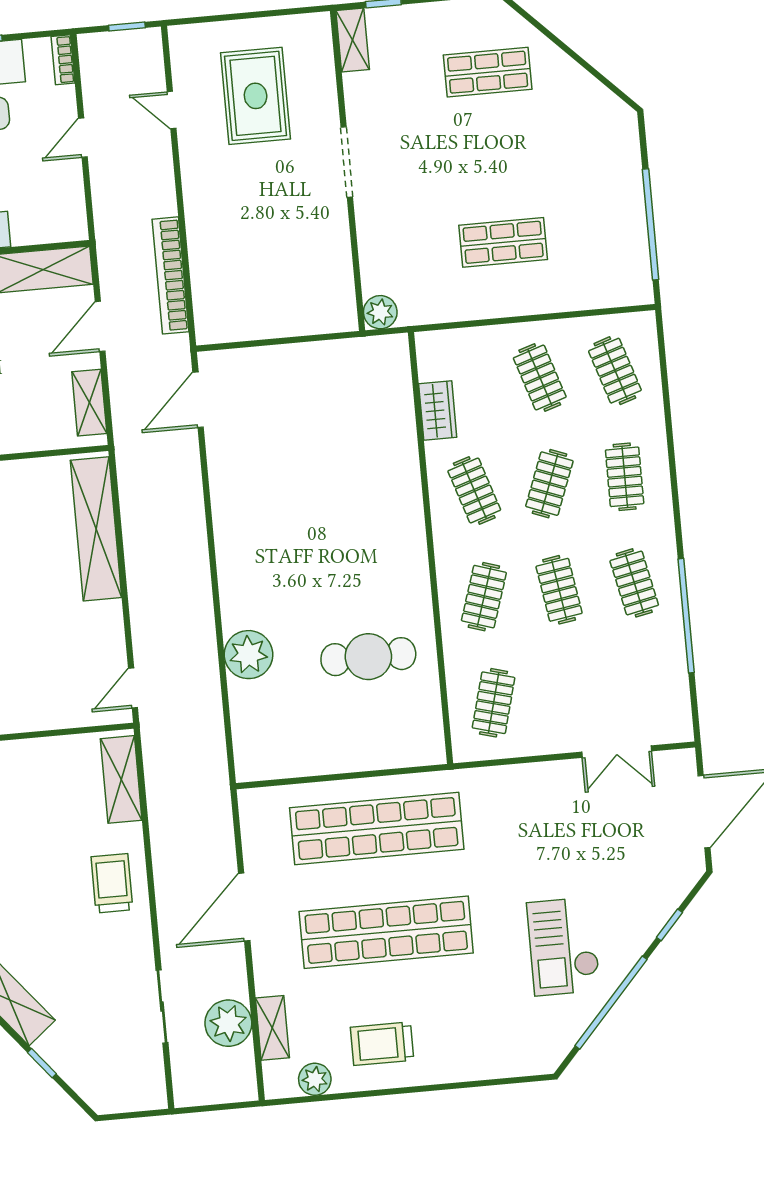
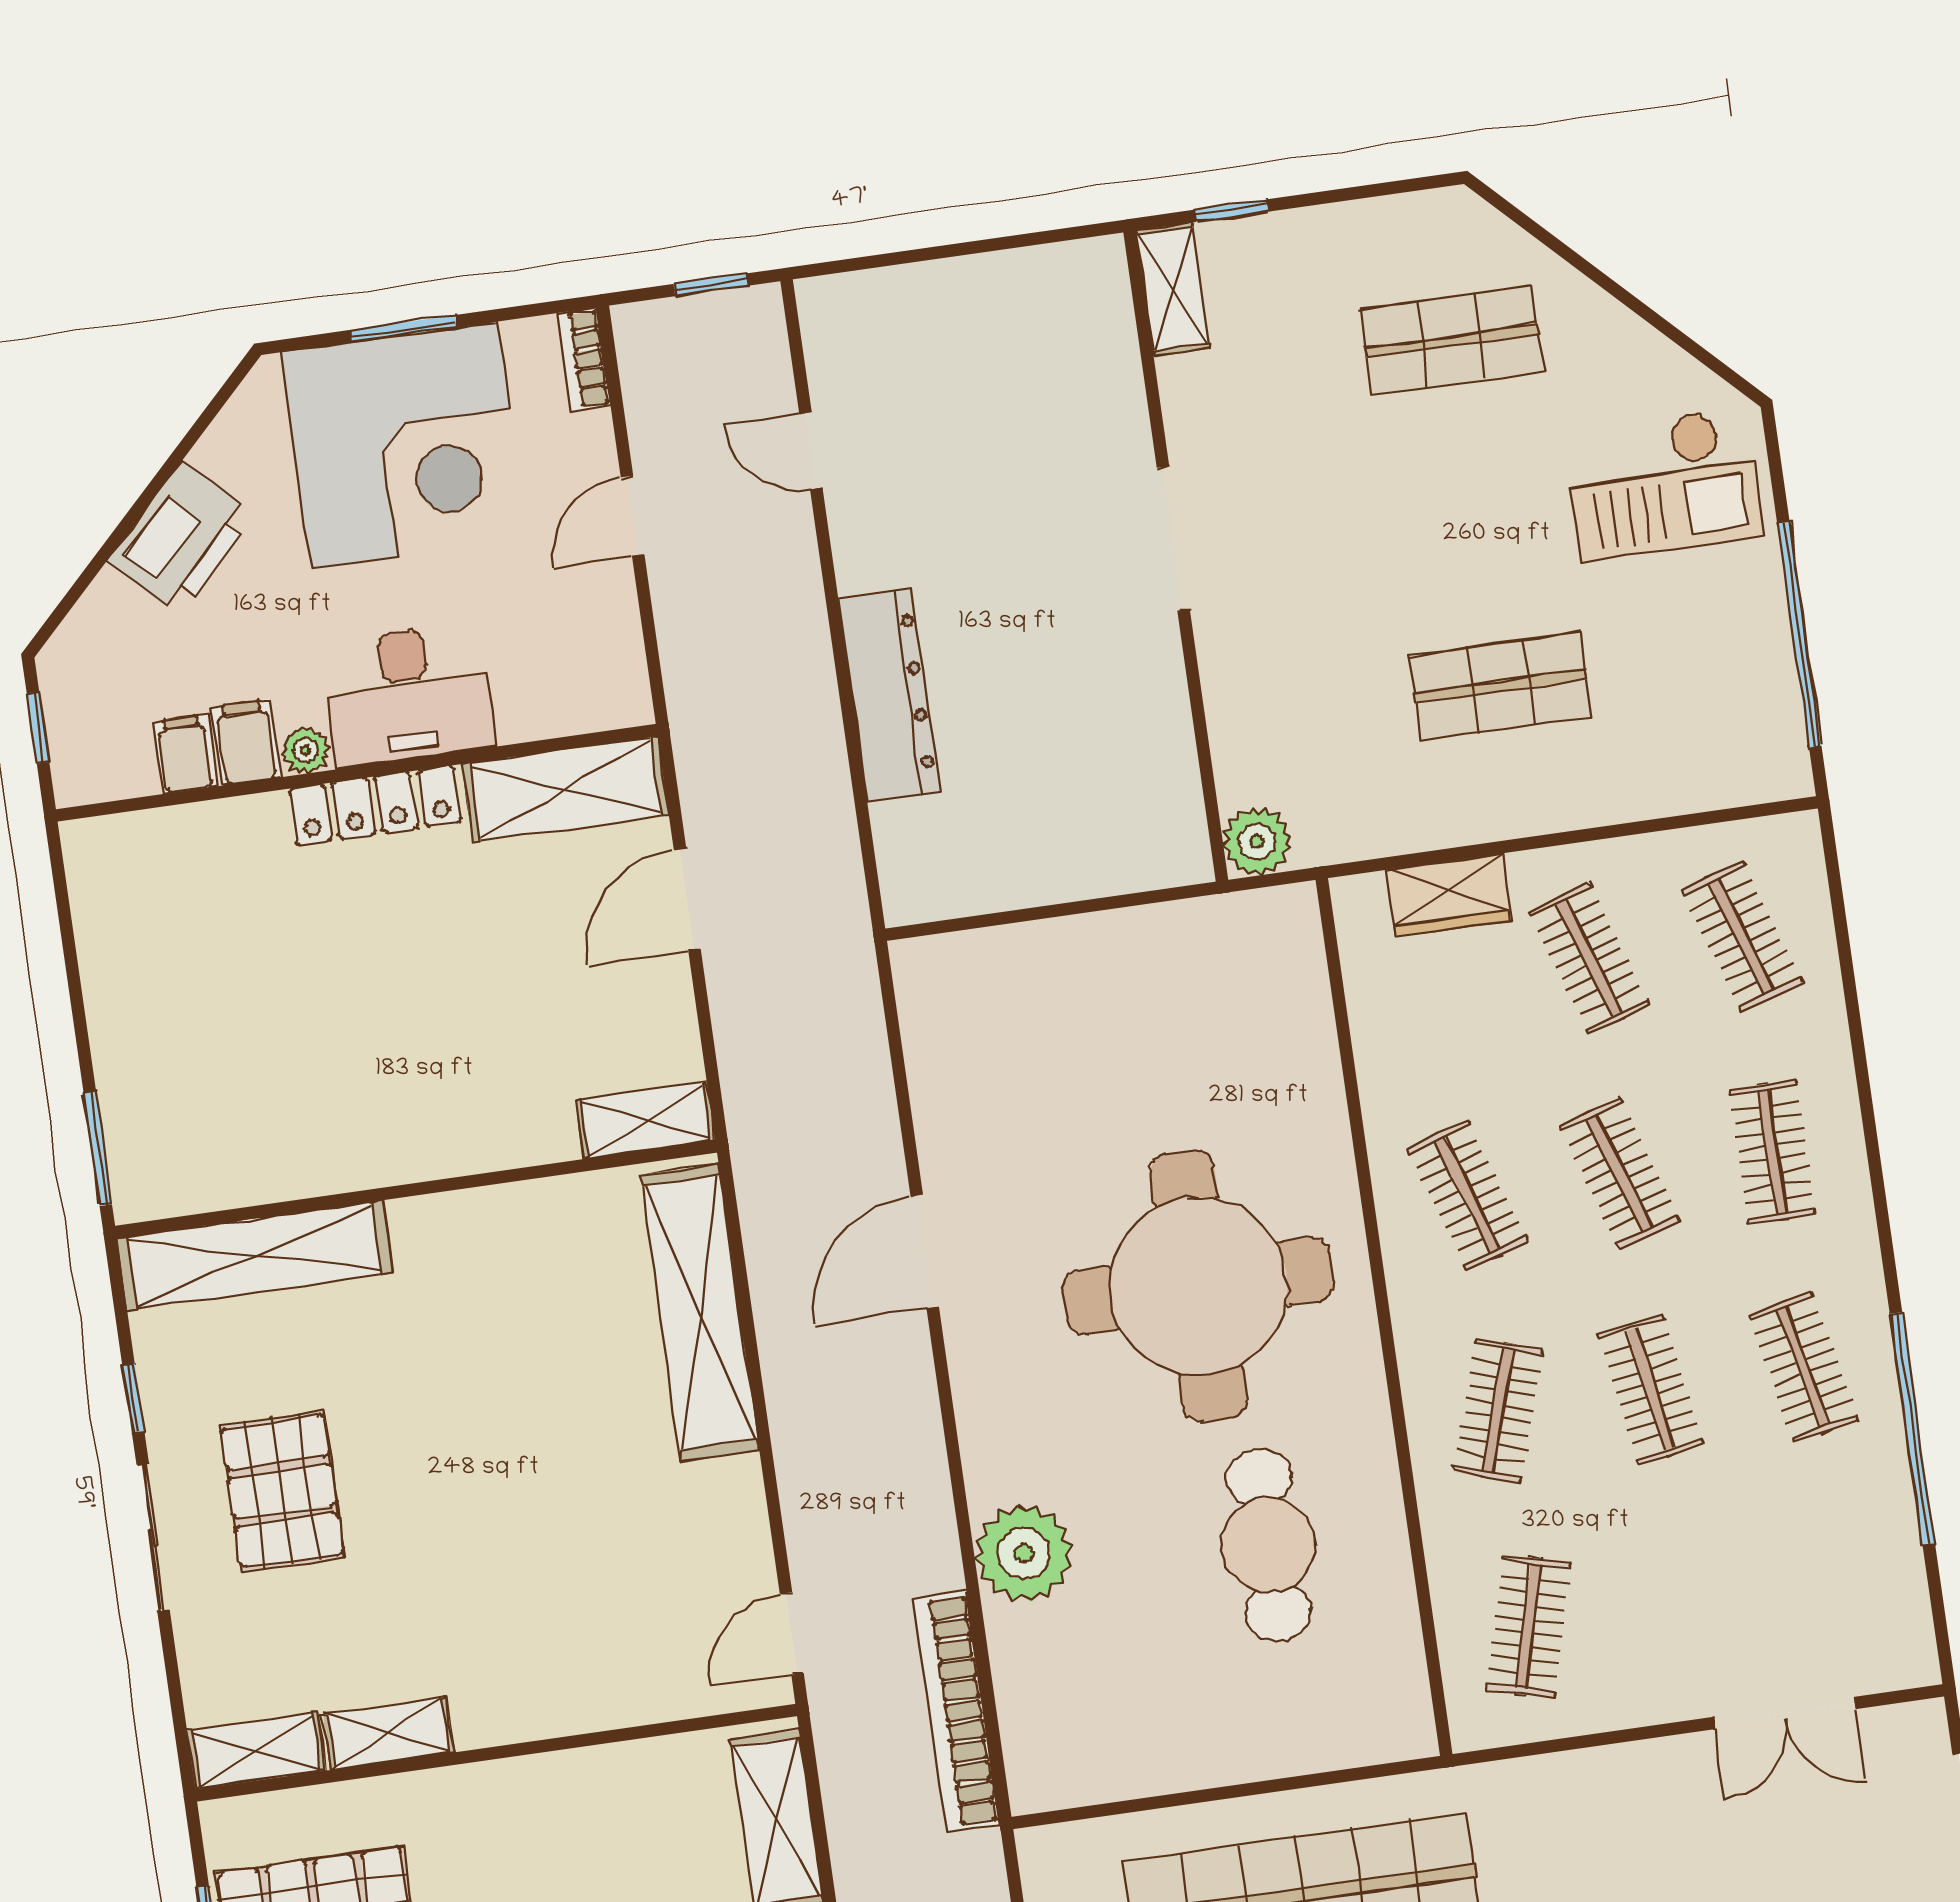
rug: (256, 96) -> (980, 413), removed
checkout: (588, 148) -> (1663, 484), added
dresser: (204, 232) -> (889, 695), added
bookcase: (170, 275) -> (957, 1712), moved
door: (198, 400) -> (925, 1252), moved
shelving: (89, 403) -> (646, 1120), moved, turned 90
wardrobe: (438, 411) -> (1449, 895), moved, turned 90
clothes rail: (549, 484) -> (1620, 1173), turned -39
round table: (341, 528) -> (1198, 1286), added
cafe table: (368, 657) -> (1268, 1545), turned 90

